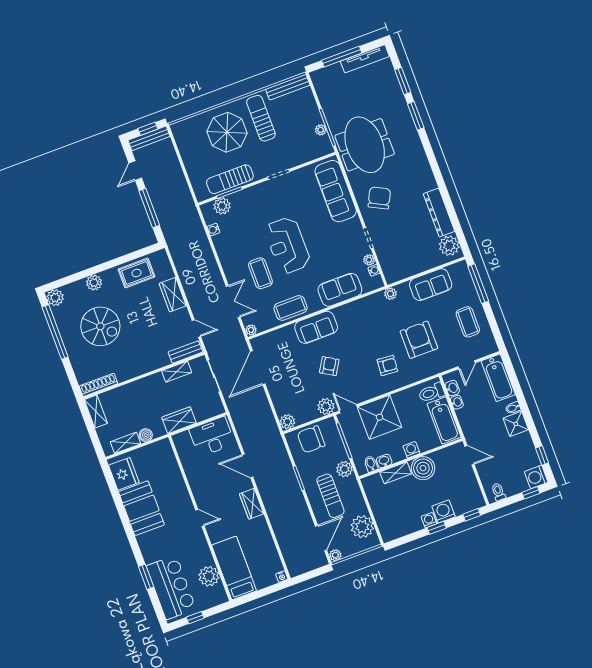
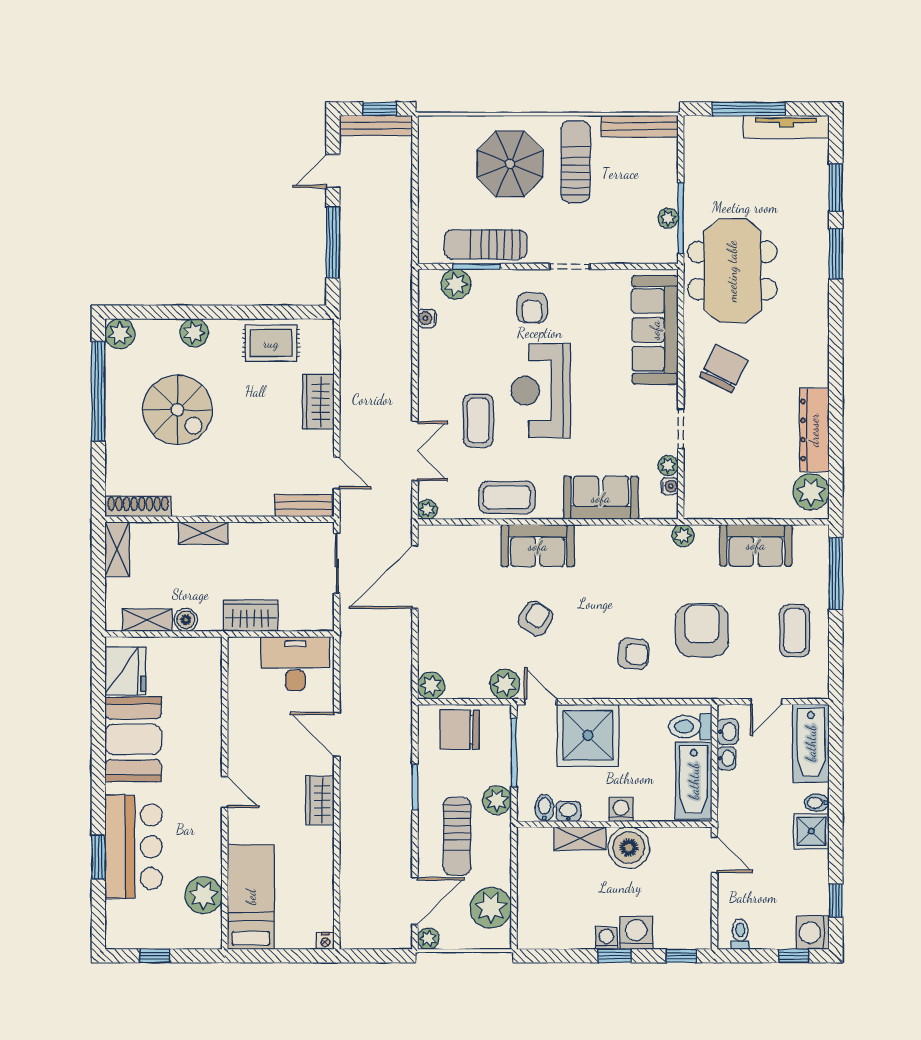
armchair: (267, 204) -> (532, 308), added
shelving: (177, 372) -> (203, 533), moved
bar counter: (171, 587) -> (134, 847), moved

